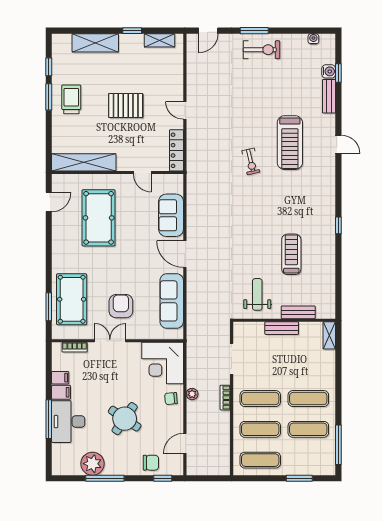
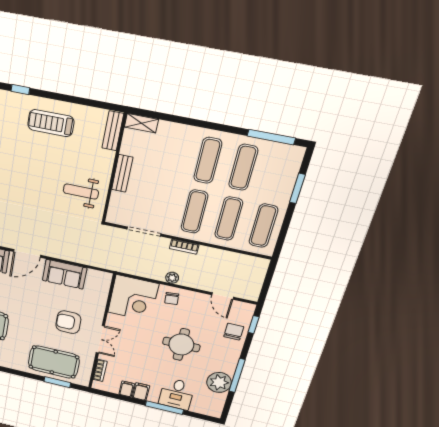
treadmill: (291, 254) -> (51, 123), moved
sofa: (172, 301) -> (65, 274), width x0.73
bench: (298, 312) -> (113, 131), moved
double door: (110, 341) -> (100, 339), swing flipped
round table: (125, 419) -> (181, 344), turned -34
desk: (68, 422) -> (177, 394), width x0.73

